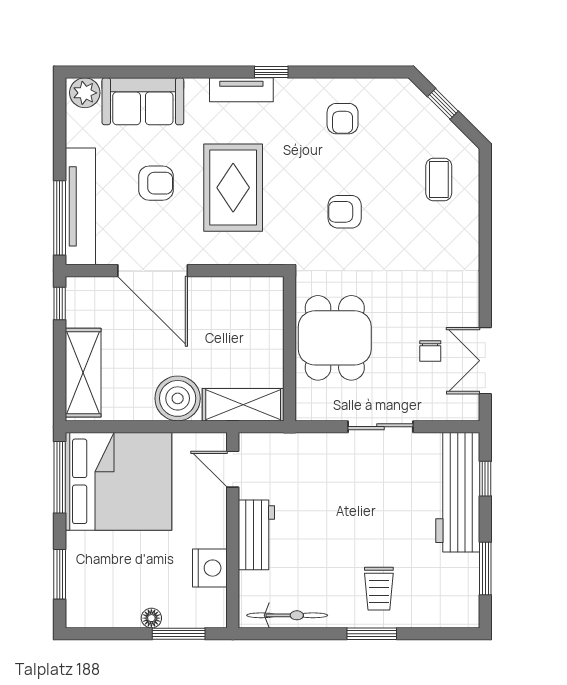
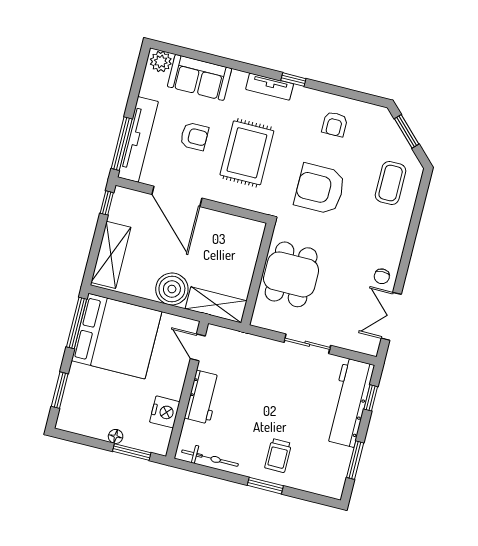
window: (443, 104) -> (407, 131), width x1.50
coffee table: (439, 179) -> (391, 183), width x1.36, depth x1.30
armchair: (345, 212) -> (320, 189), width x1.88, depth x1.88
chair: (430, 351) -> (382, 276), moved

